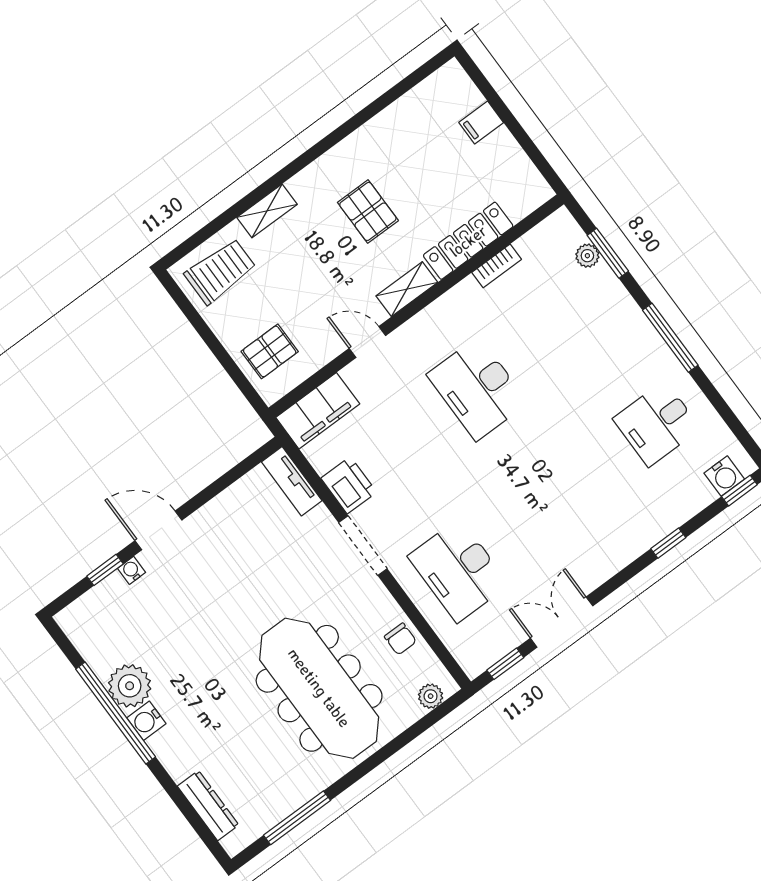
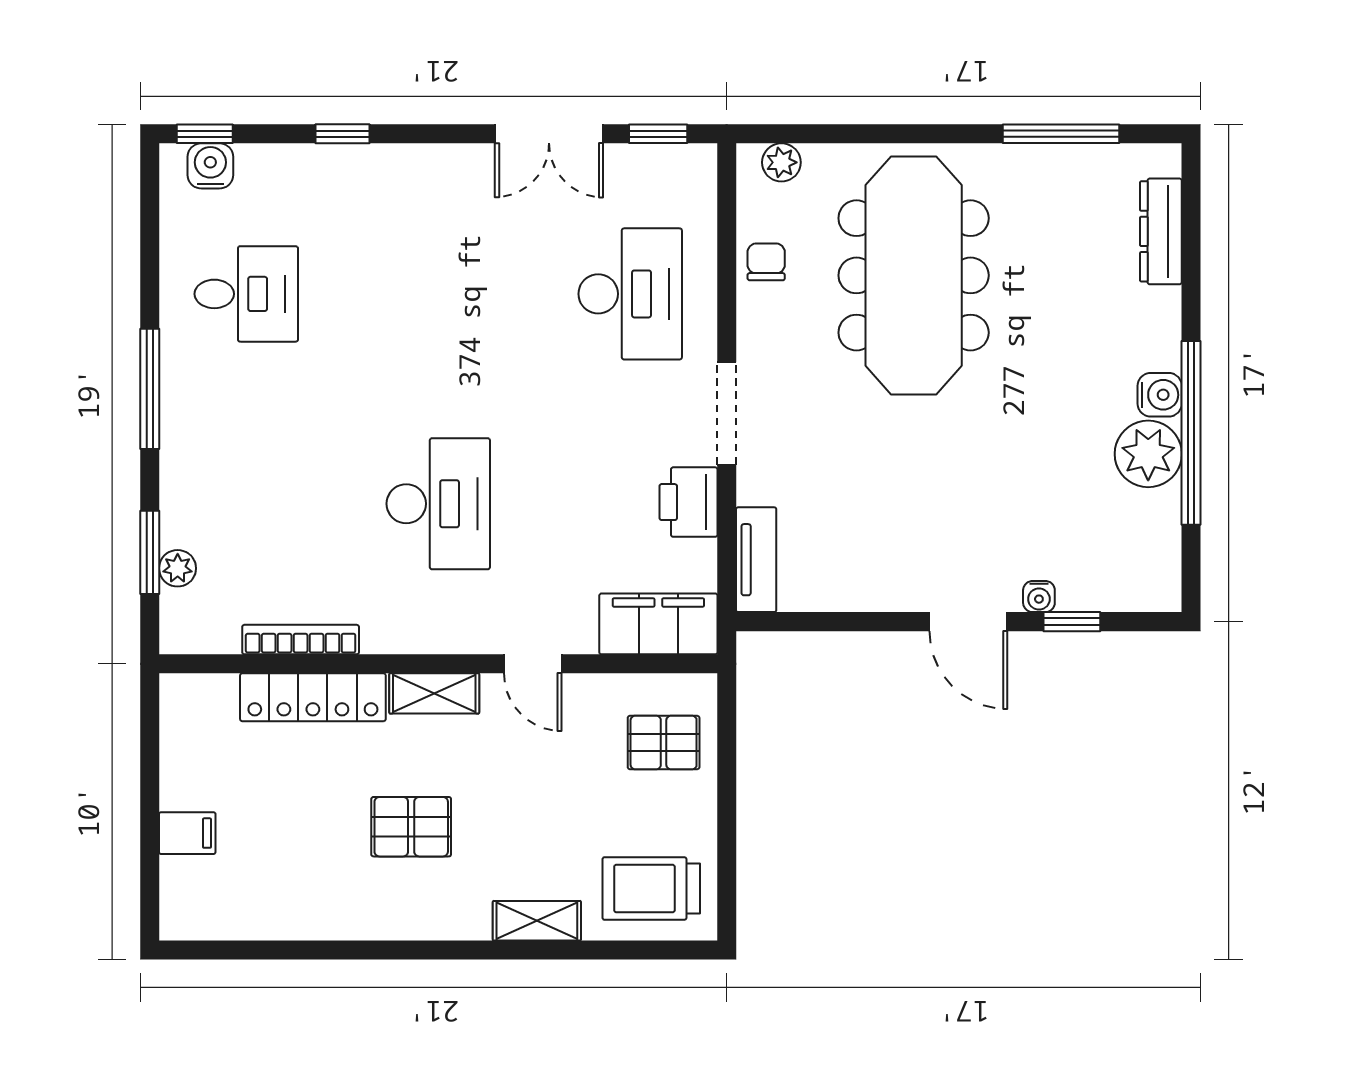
pallet: (368, 211) -> (411, 827), turned 90
bookcase: (497, 266) -> (301, 640), width x1.56

